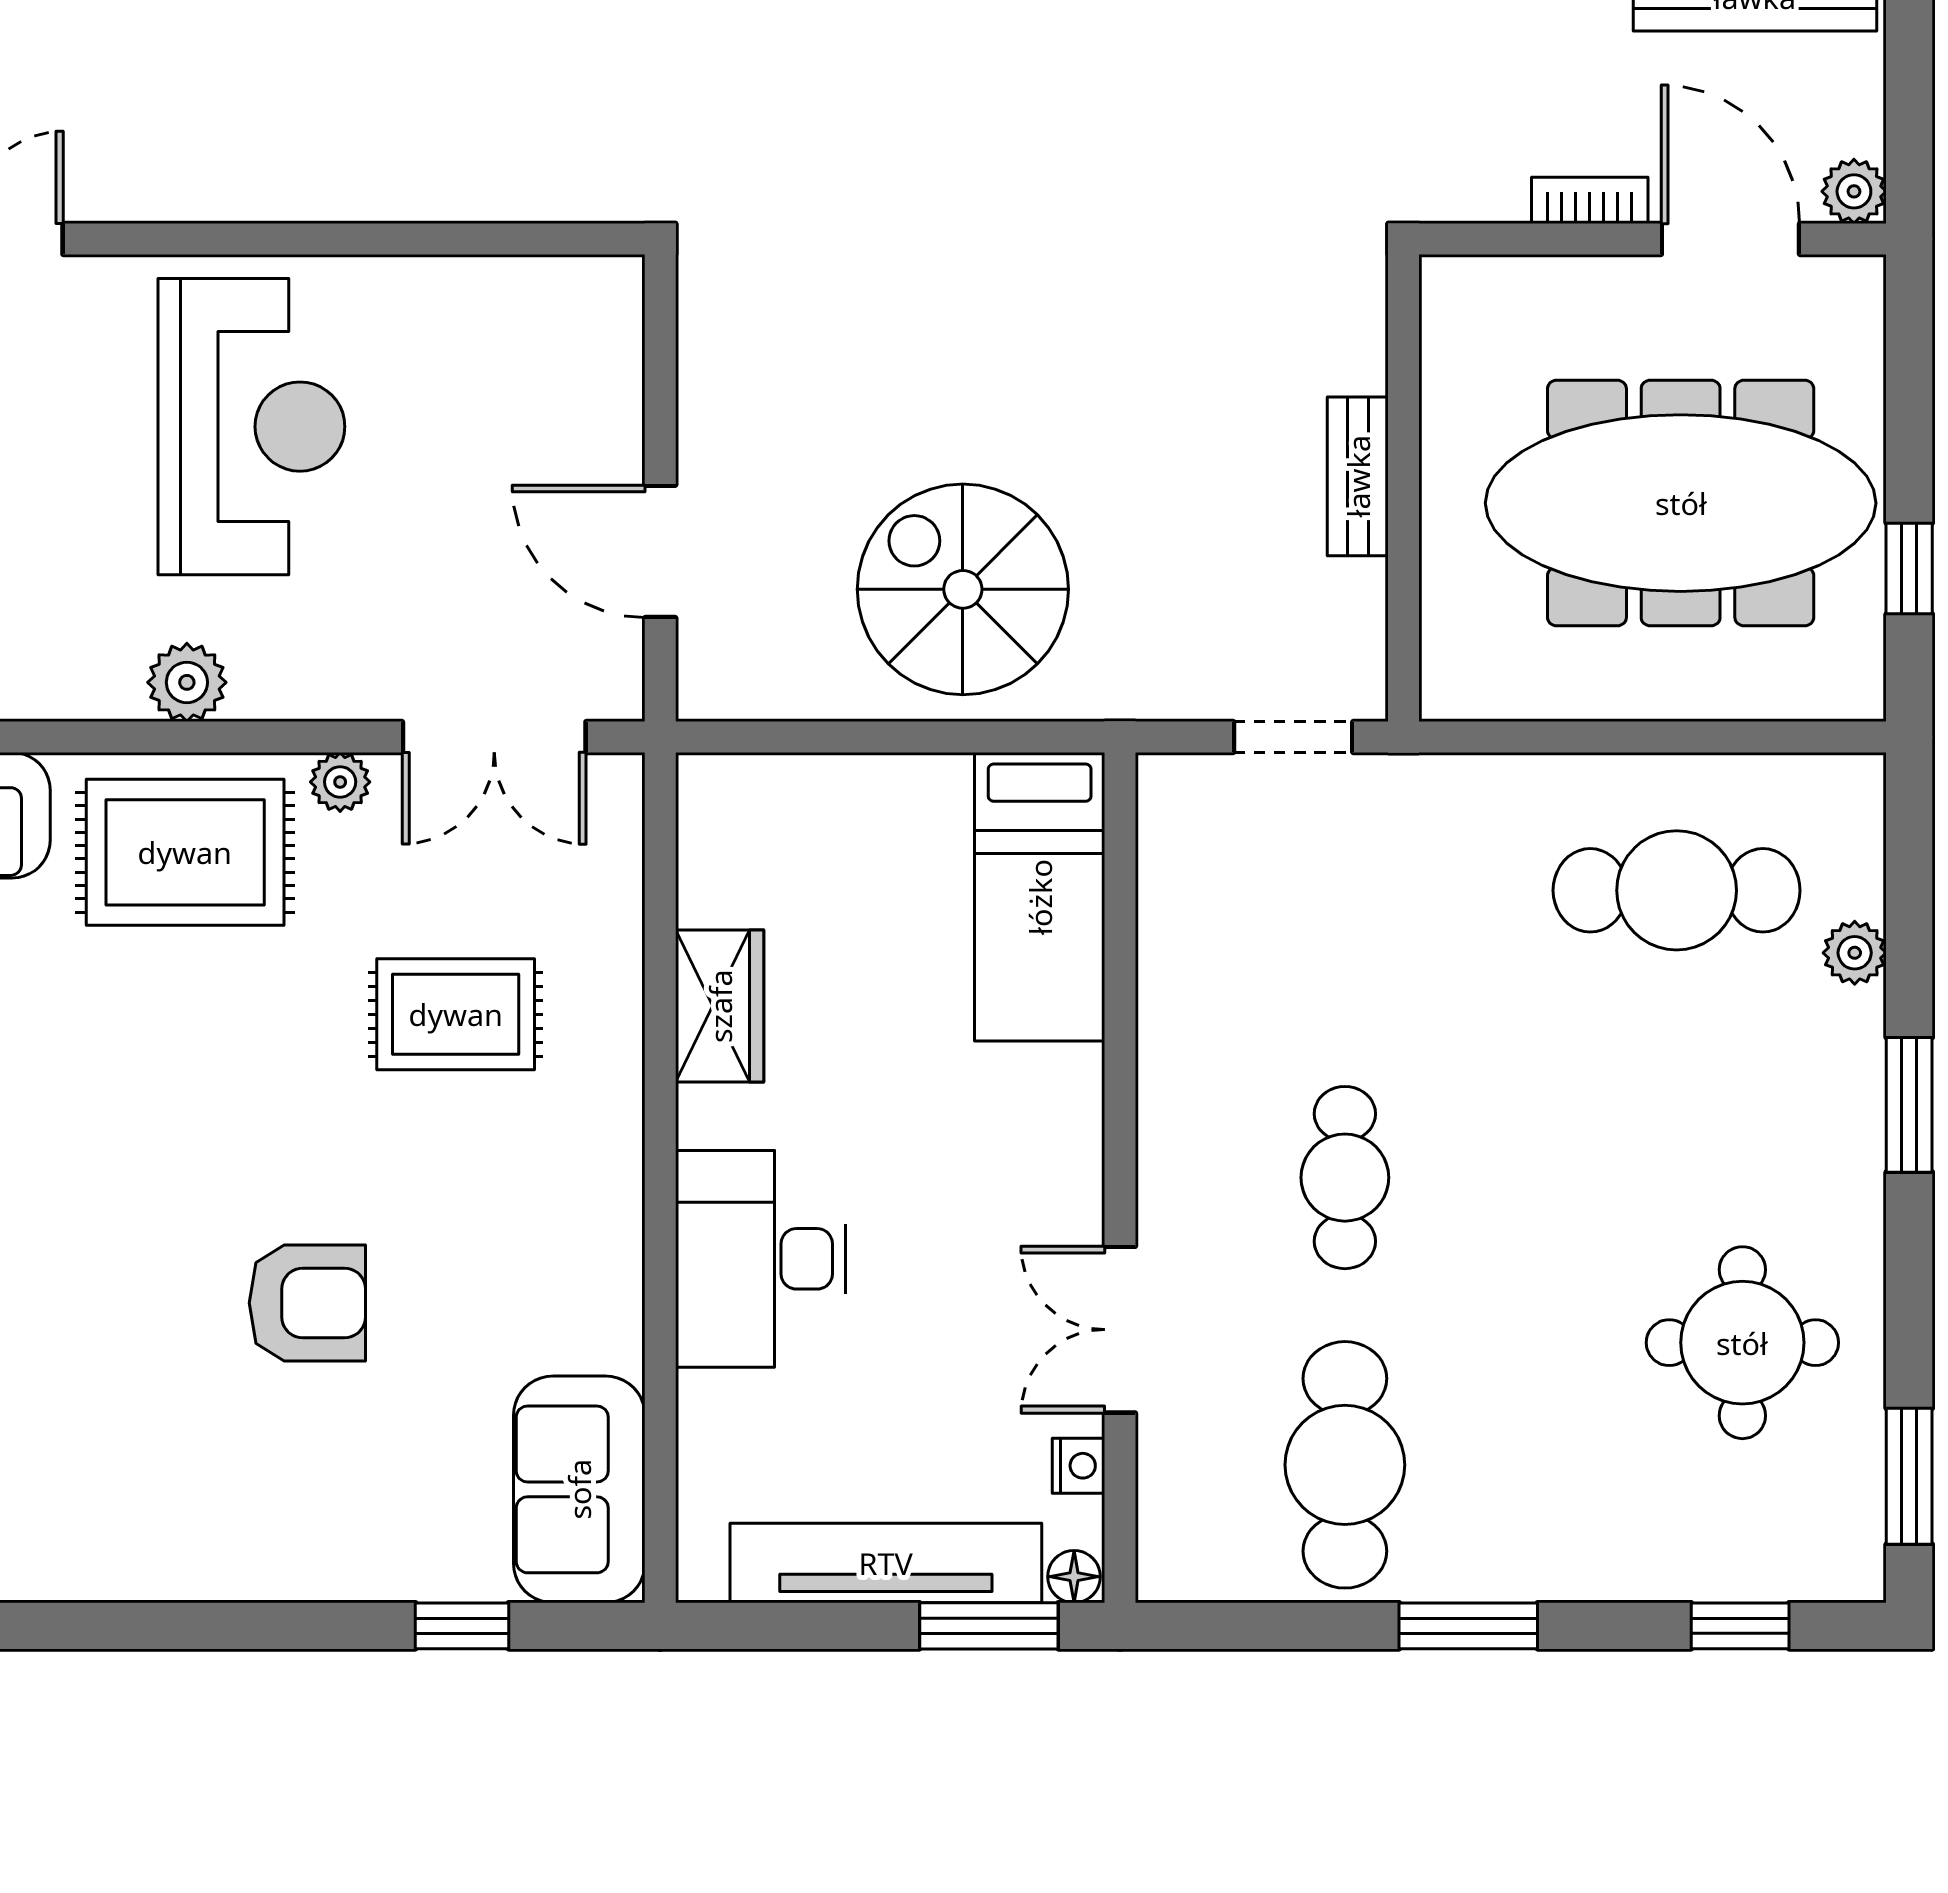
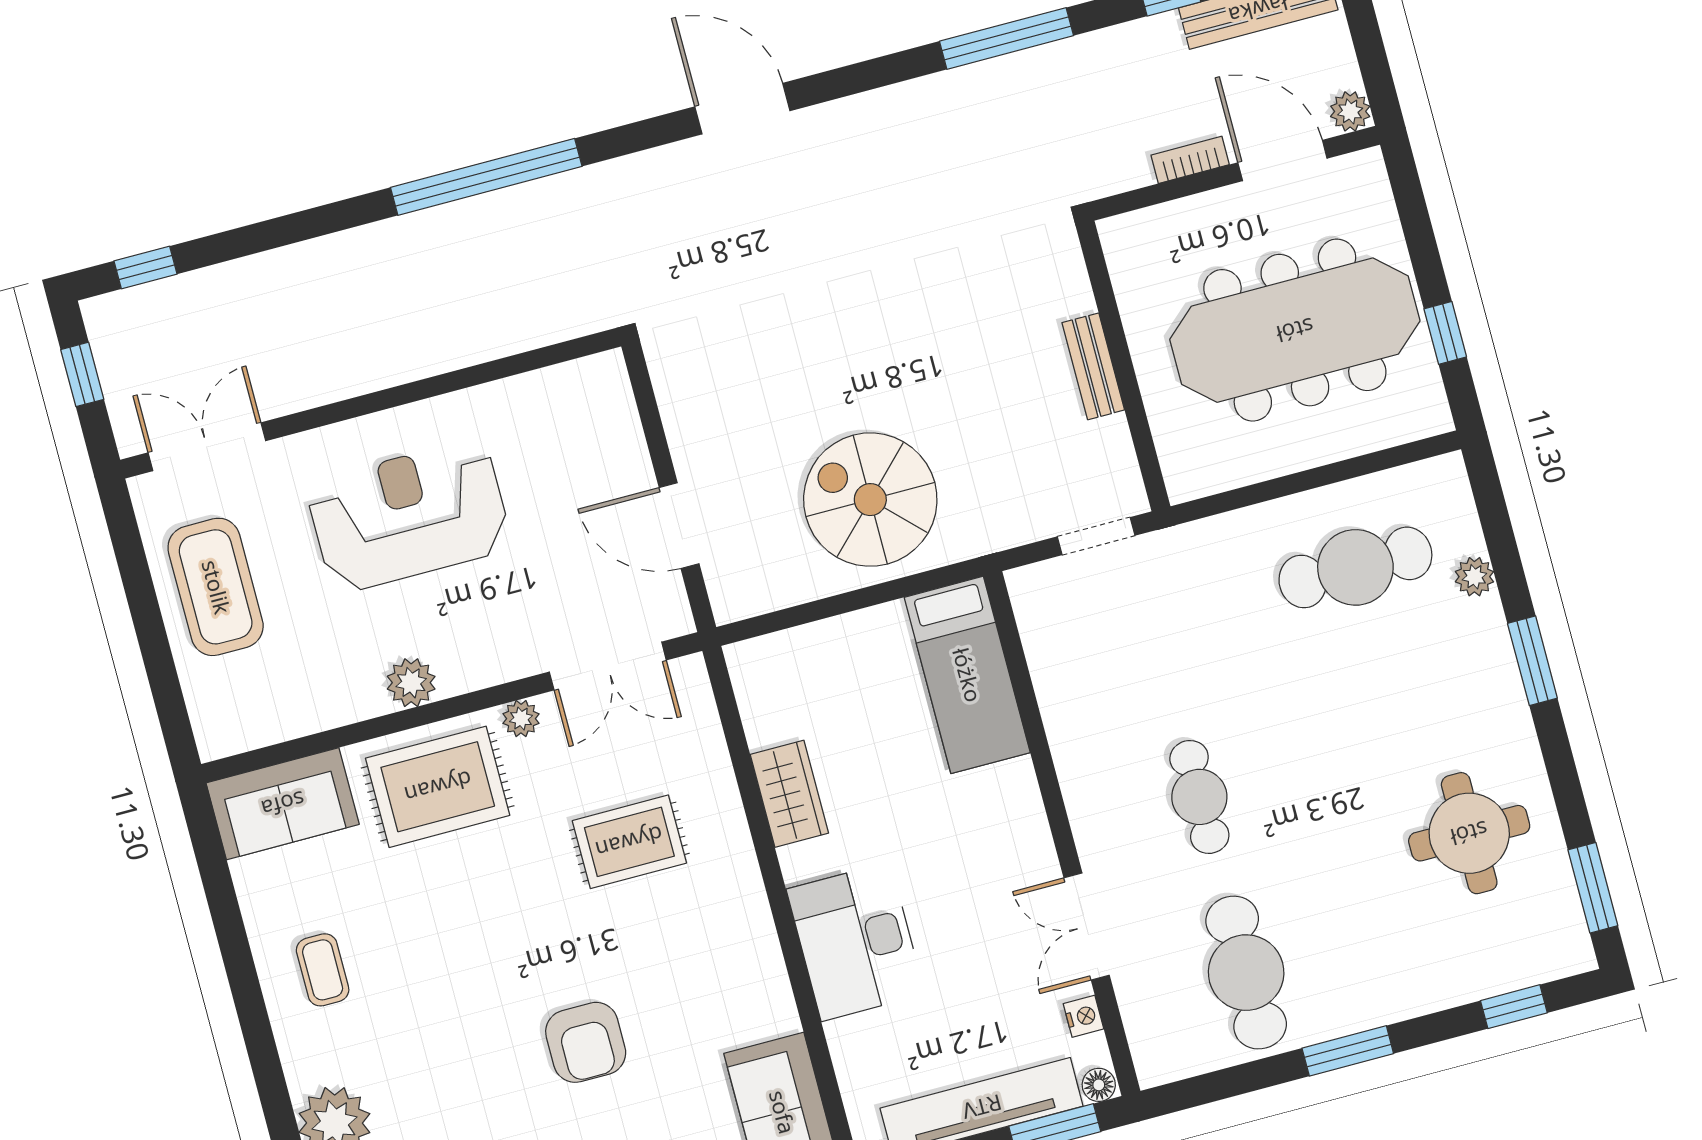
reception desk: (251, 427) -> (409, 516), turned -90
armchair: (307, 1303) -> (586, 1042), turned 90

